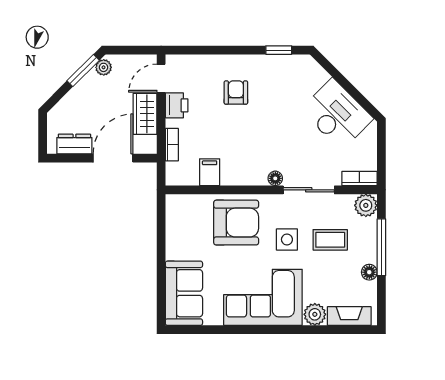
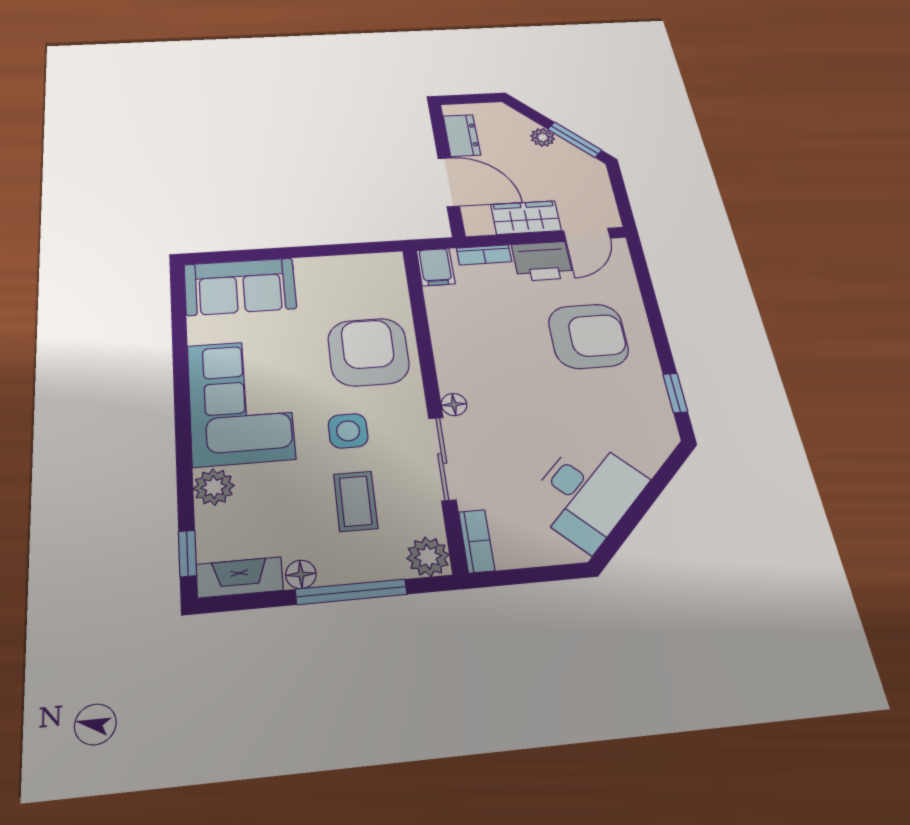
plant: (104, 67) -> (543, 137), moved
door: (161, 78) -> (587, 235), swing flipped
armchair: (236, 93) -> (588, 336), width x1.88, depth x1.88
printer: (177, 105) -> (542, 261), width x1.36, depth x1.24
filing cabinet: (210, 172) -> (436, 267), moved, turned 90
armchair: (236, 223) -> (368, 352), turned 180
fireplace: (349, 316) -> (240, 577), moved, turned -90
window: (352, 330) -> (187, 553), added

